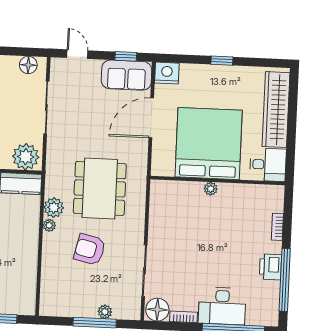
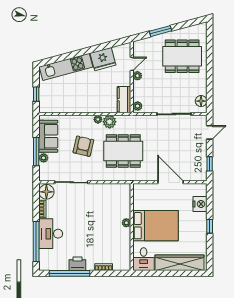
nightstand: (167, 73) -> (200, 204), moved
sofa: (127, 75) -> (48, 136), moved, turned 180
bed: (209, 144) -> (156, 226), width x0.73
plant: (26, 157) -> (138, 106), width x0.53, depth x0.53

